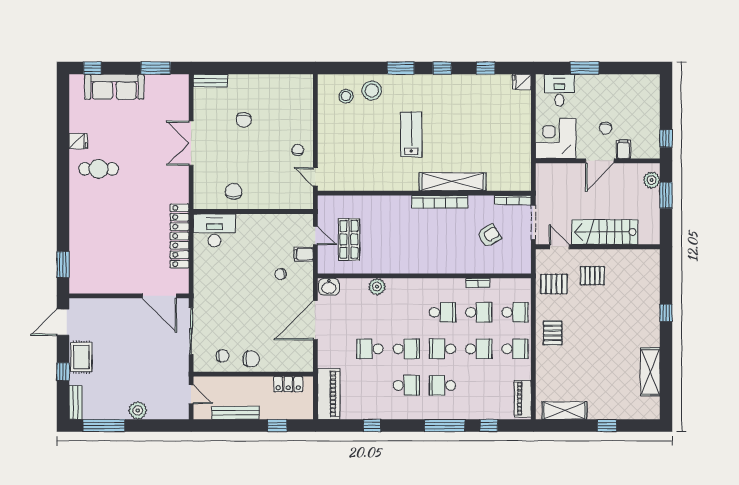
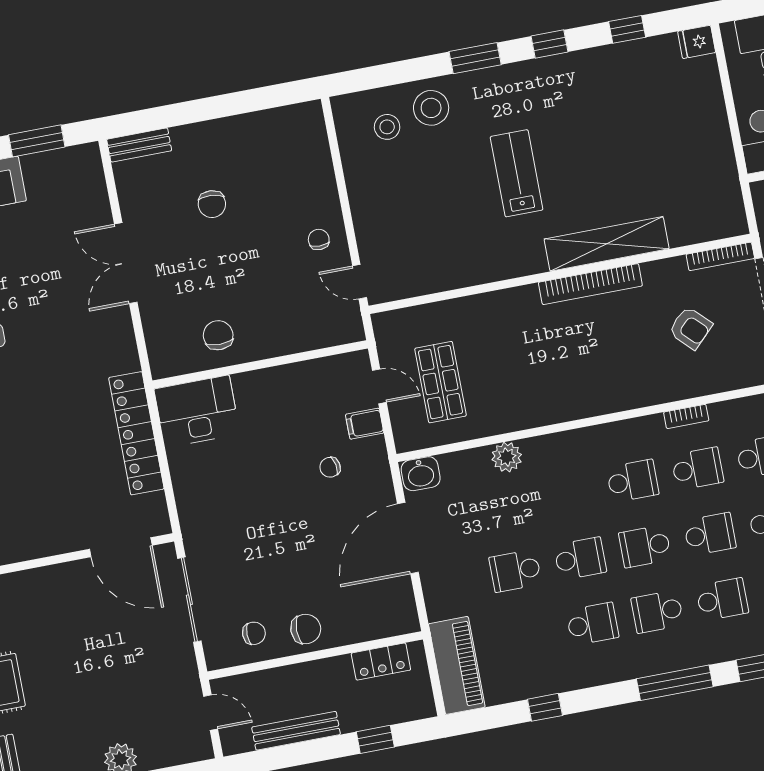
armchair: (489, 236) -> (690, 328), turned 76
school desk: (479, 385) -> (722, 599), added

